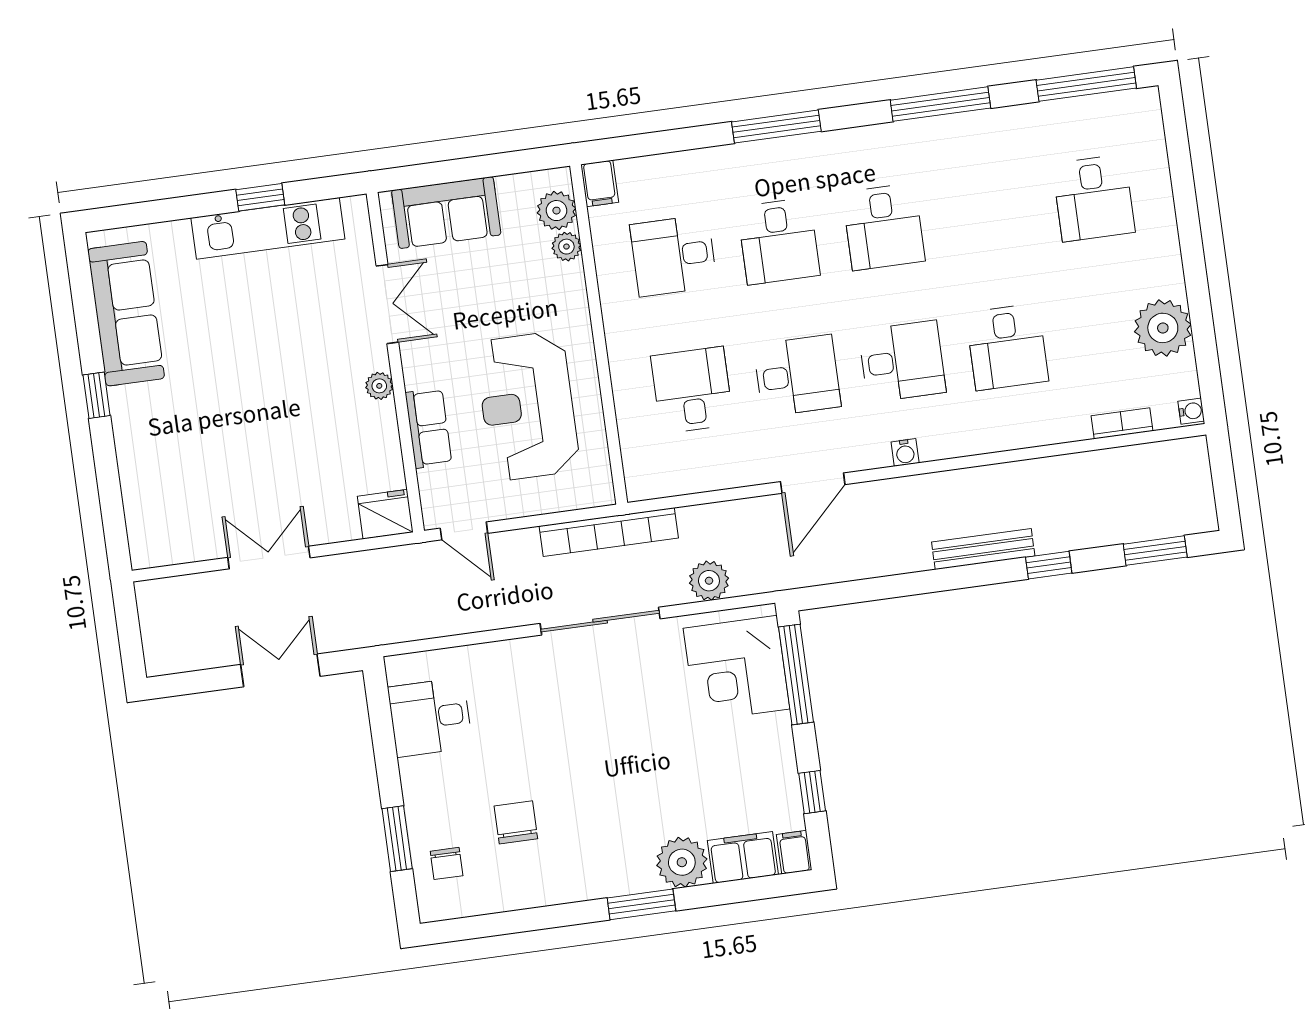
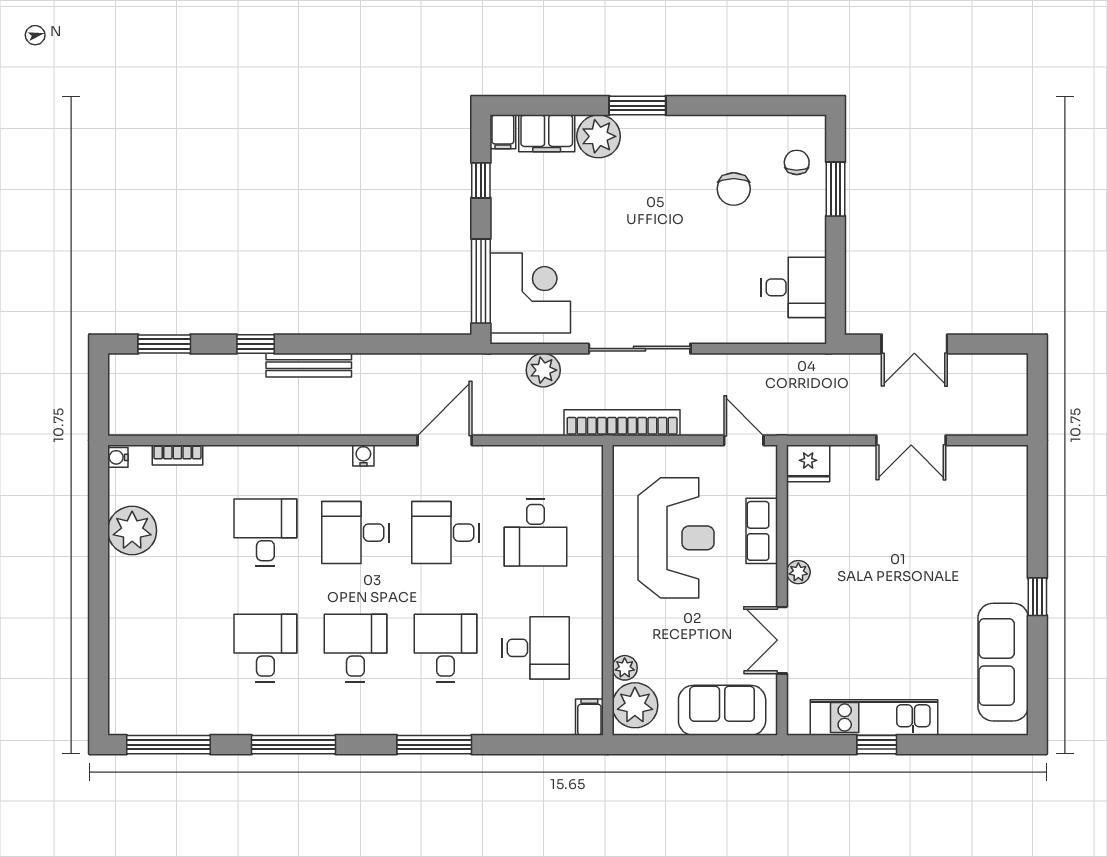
desk: (1094, 198) -> (265, 648), moved
plant: (556, 211) -> (635, 705), width x1.36, depth x1.36

